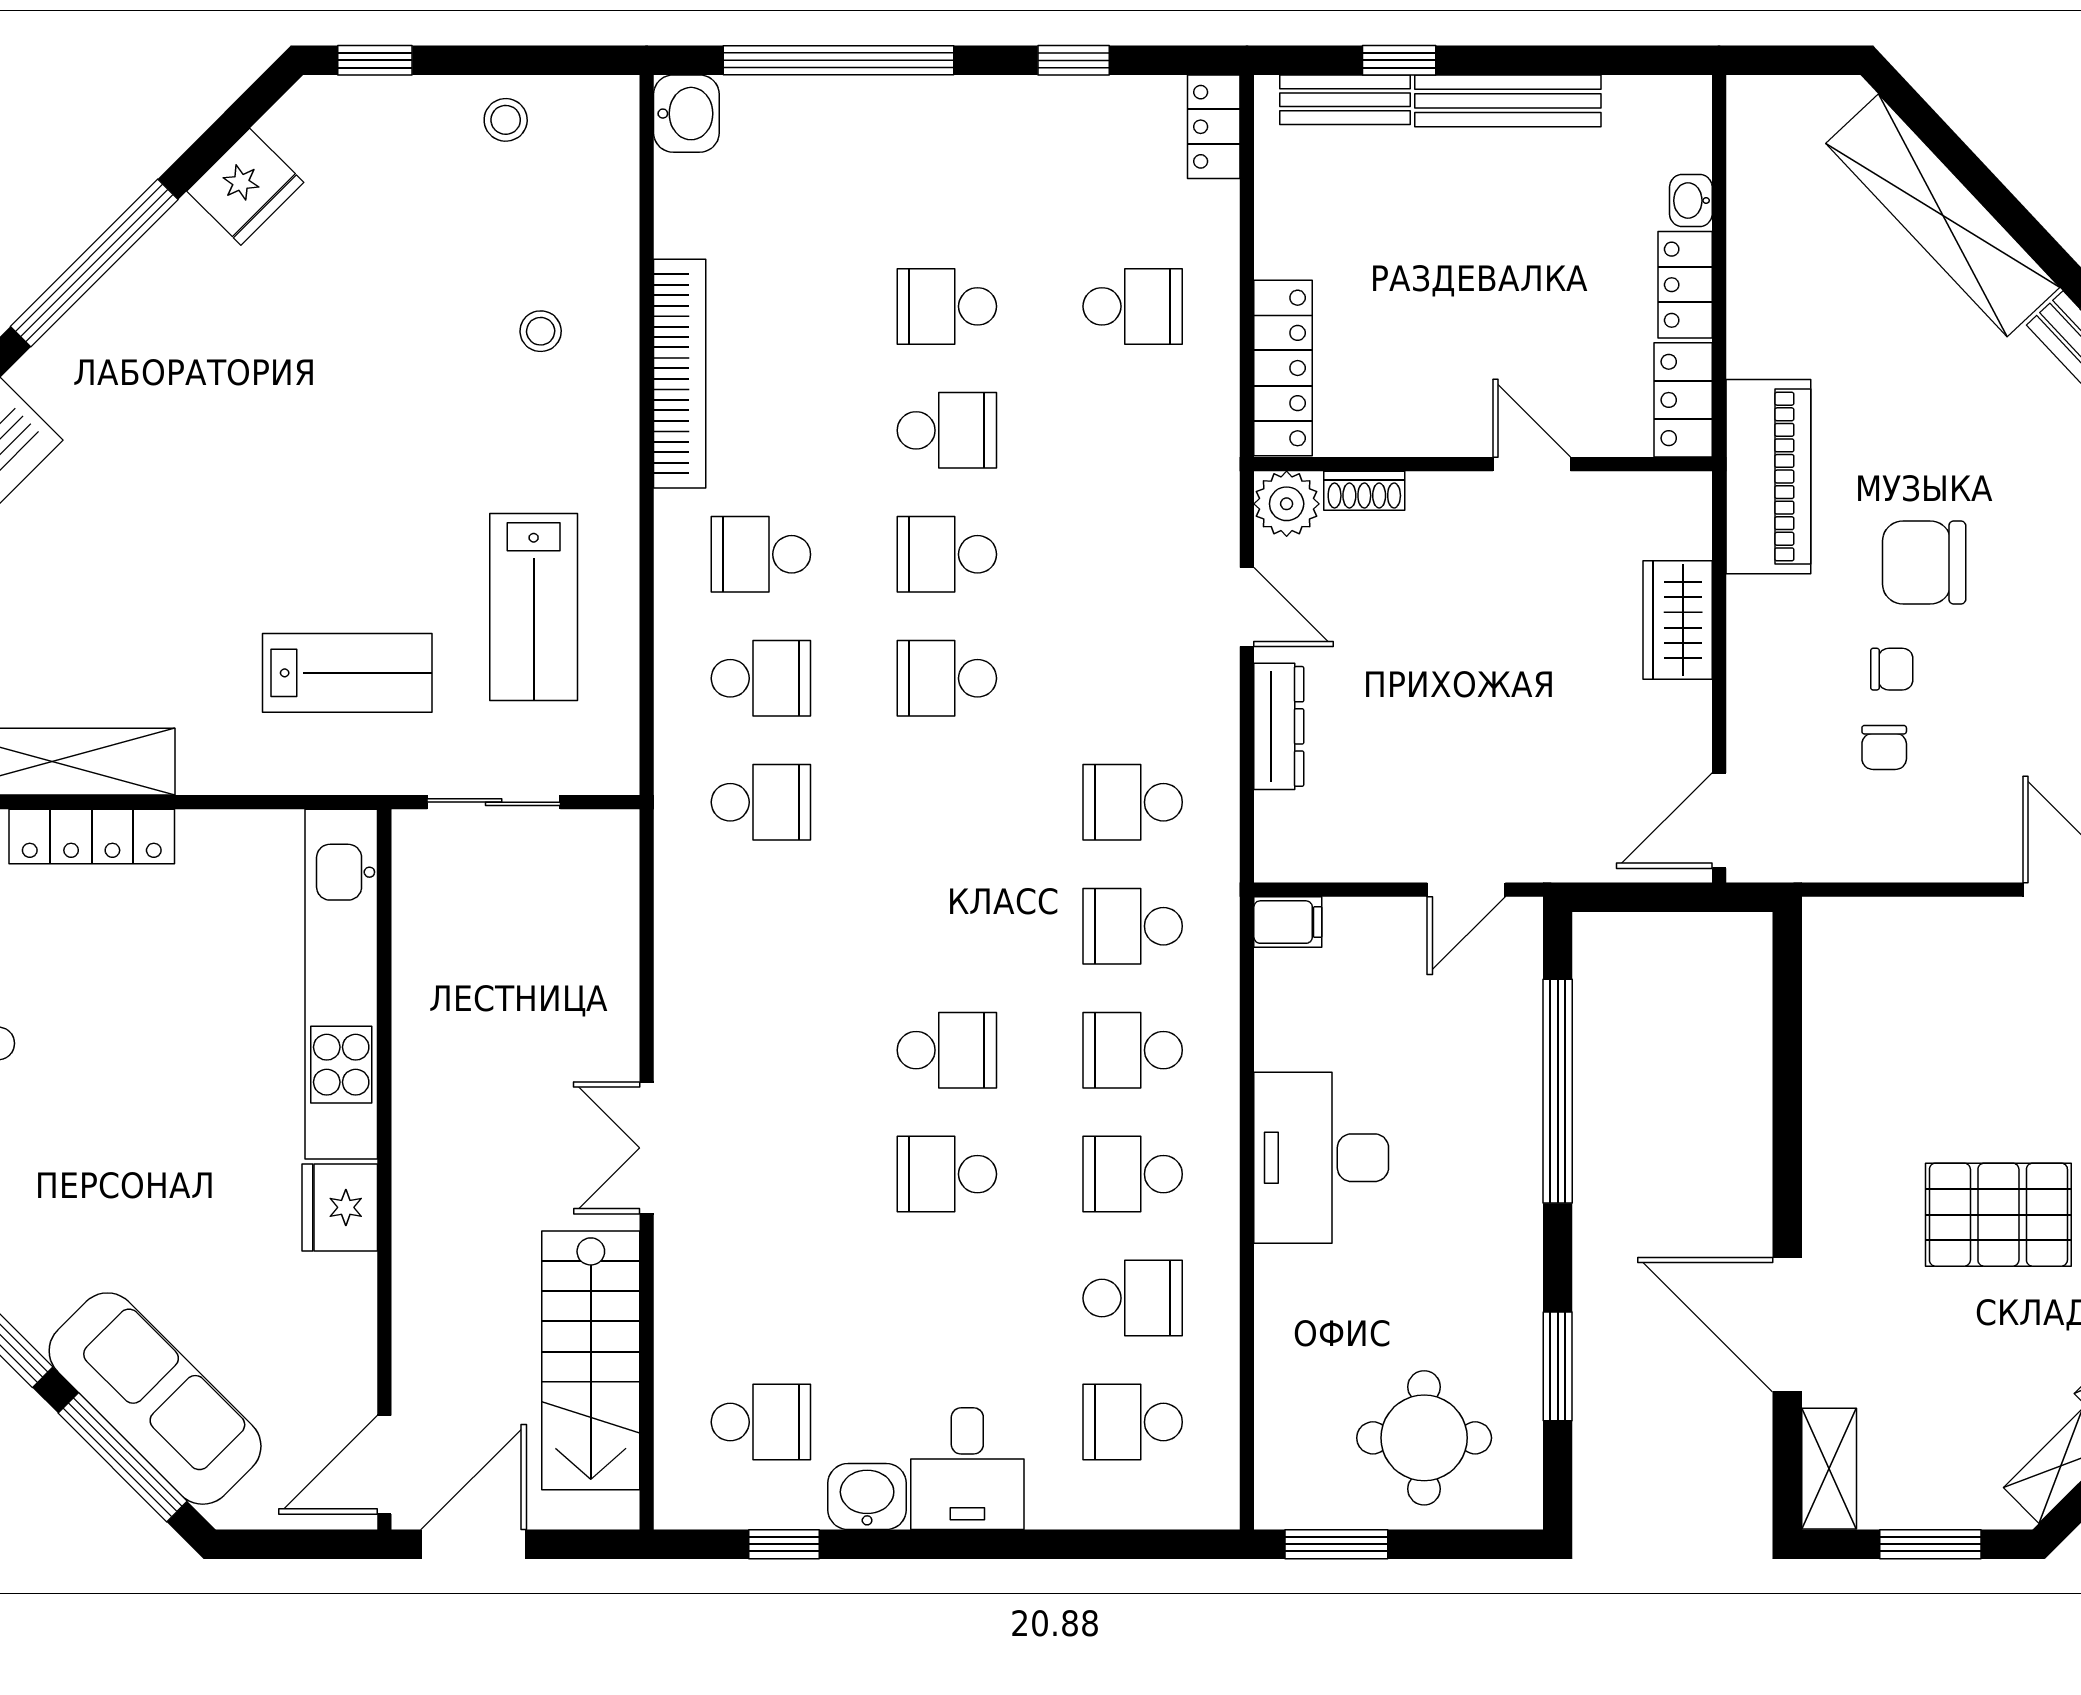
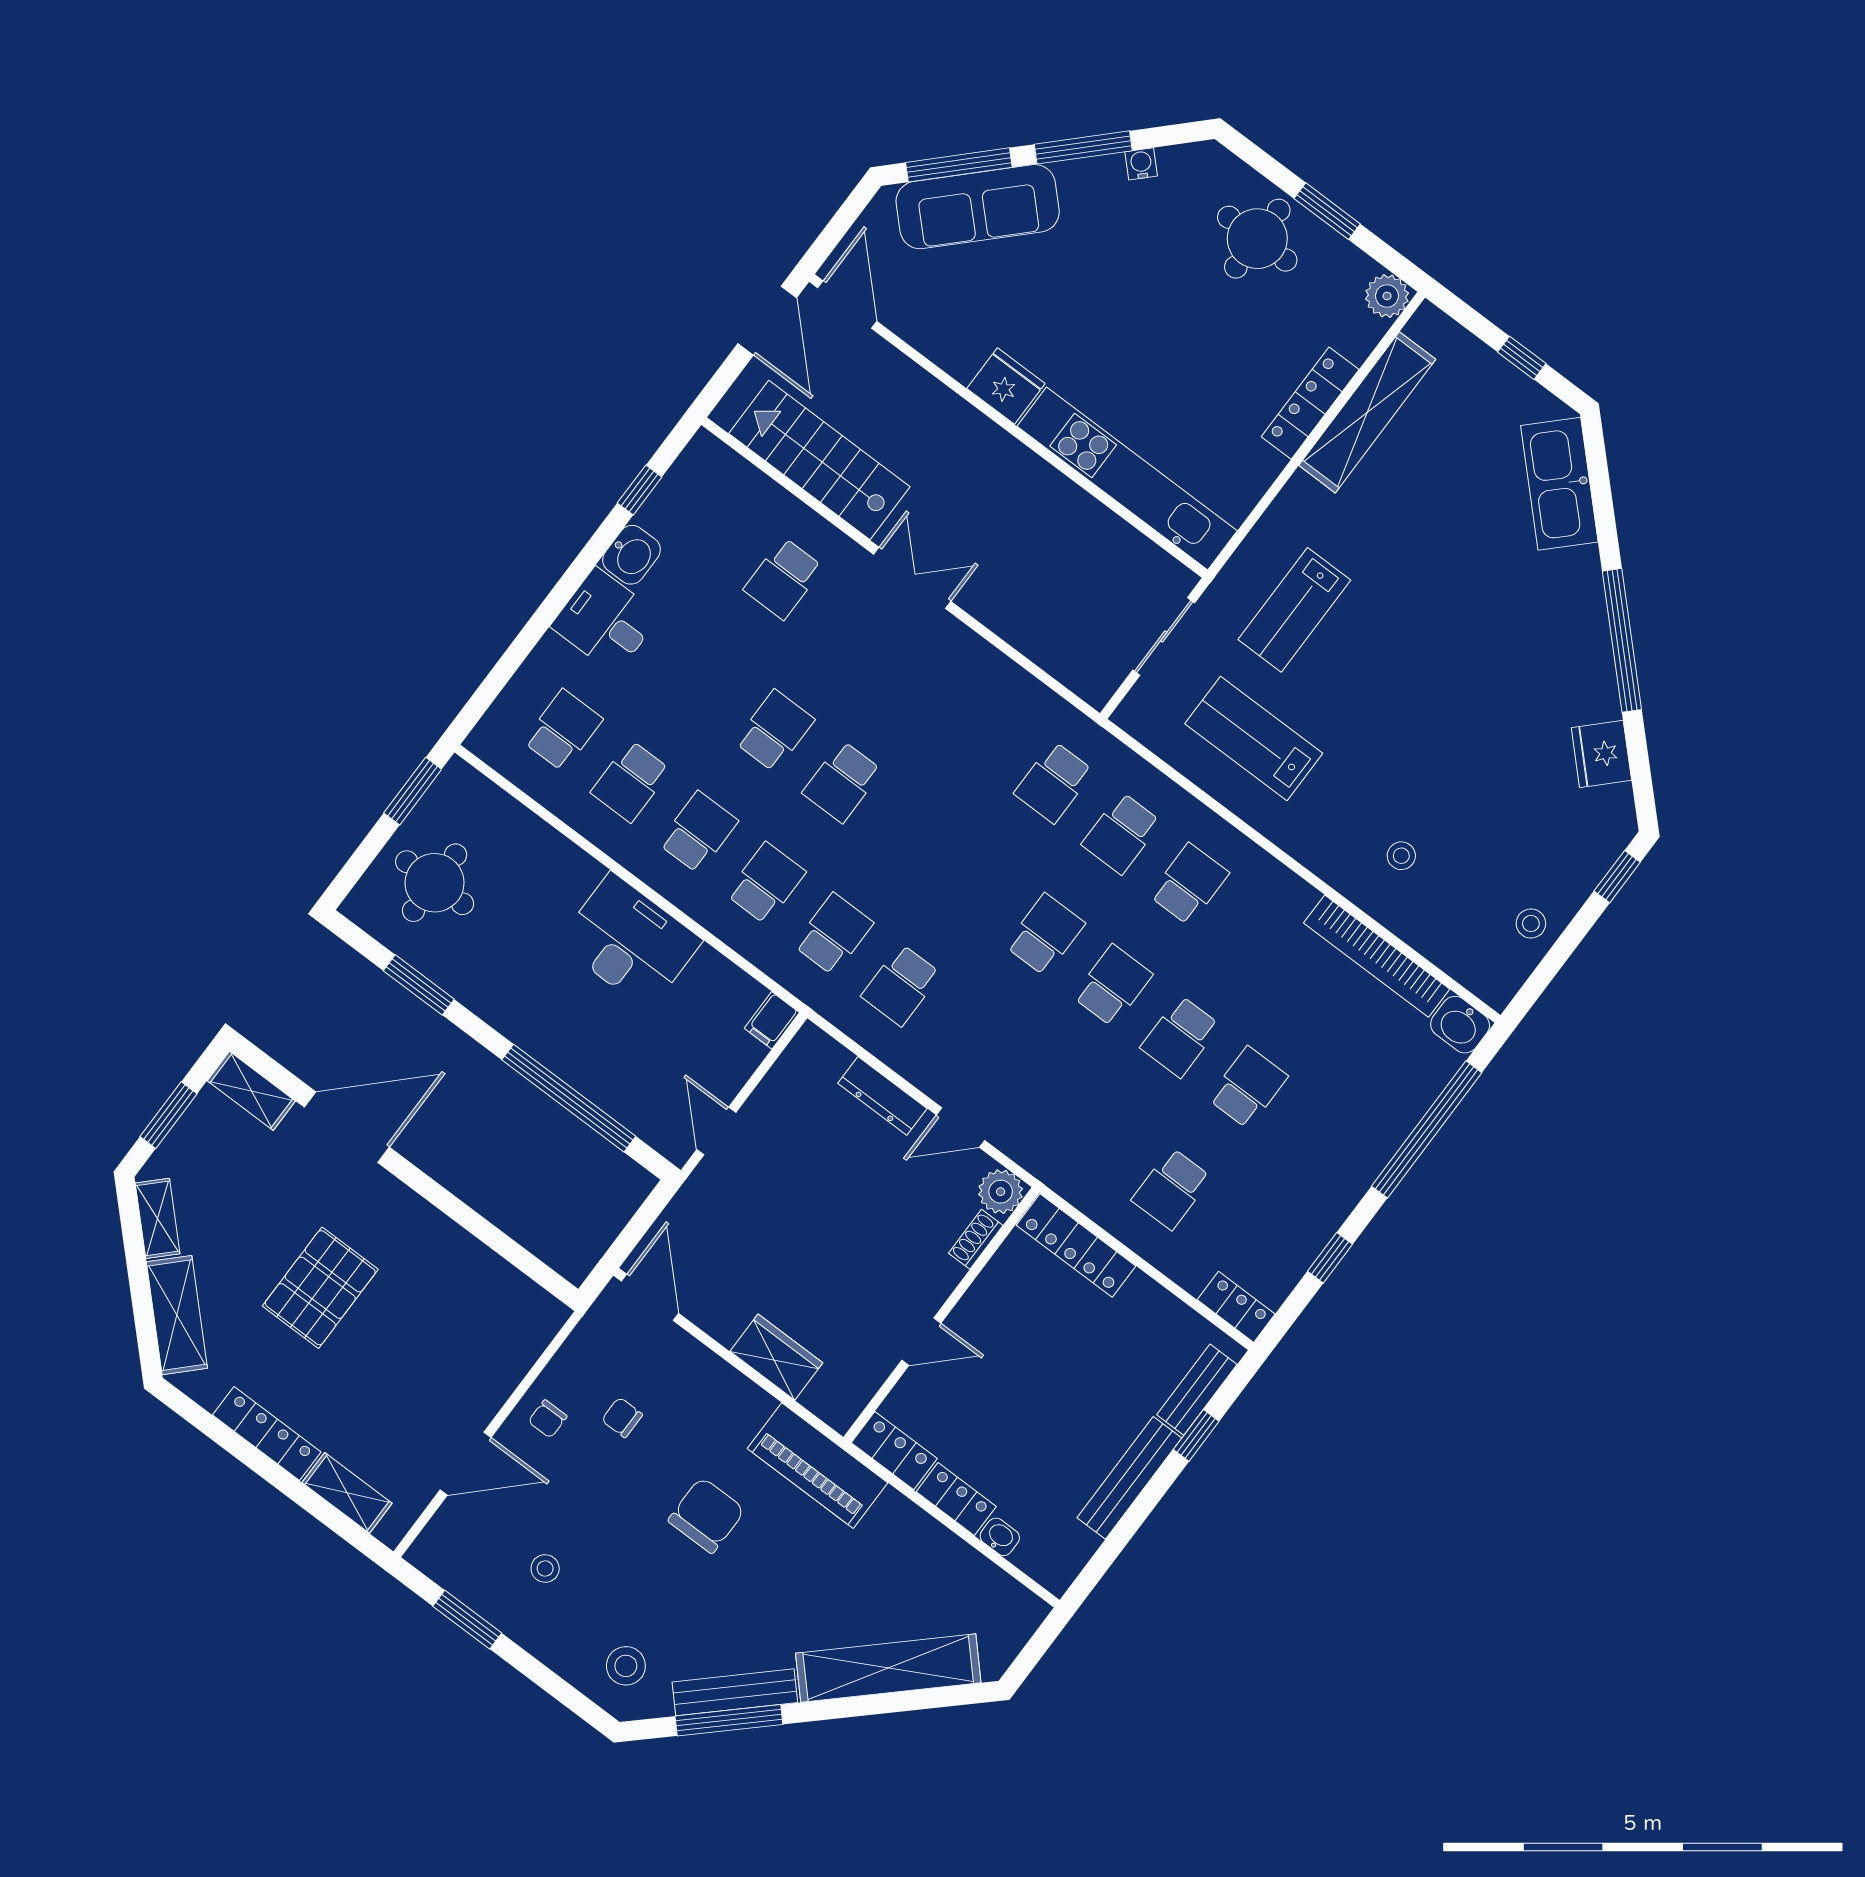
bookcase: (680, 374) -> (1377, 956), moved
chair: (1892, 669) -> (548, 1419), moved
school desk: (1133, 802) -> (901, 985), turned 180
school desk: (761, 1422) -> (783, 578), moved

